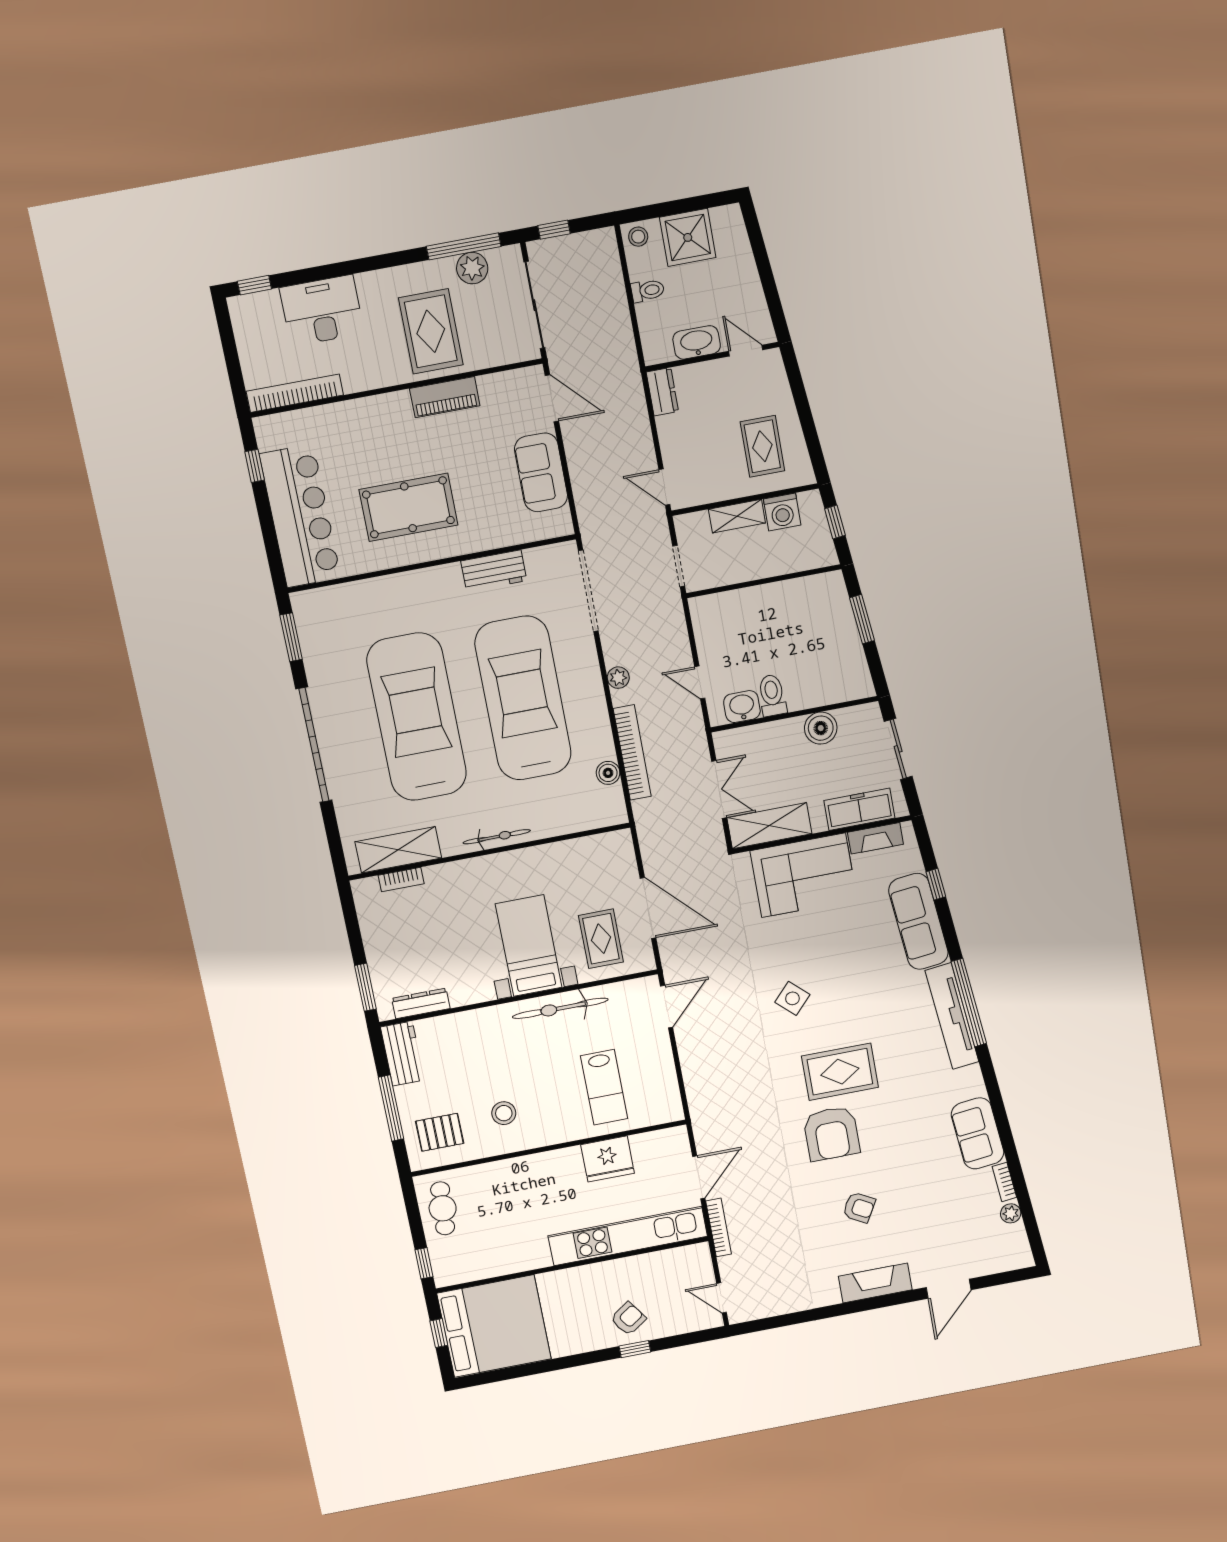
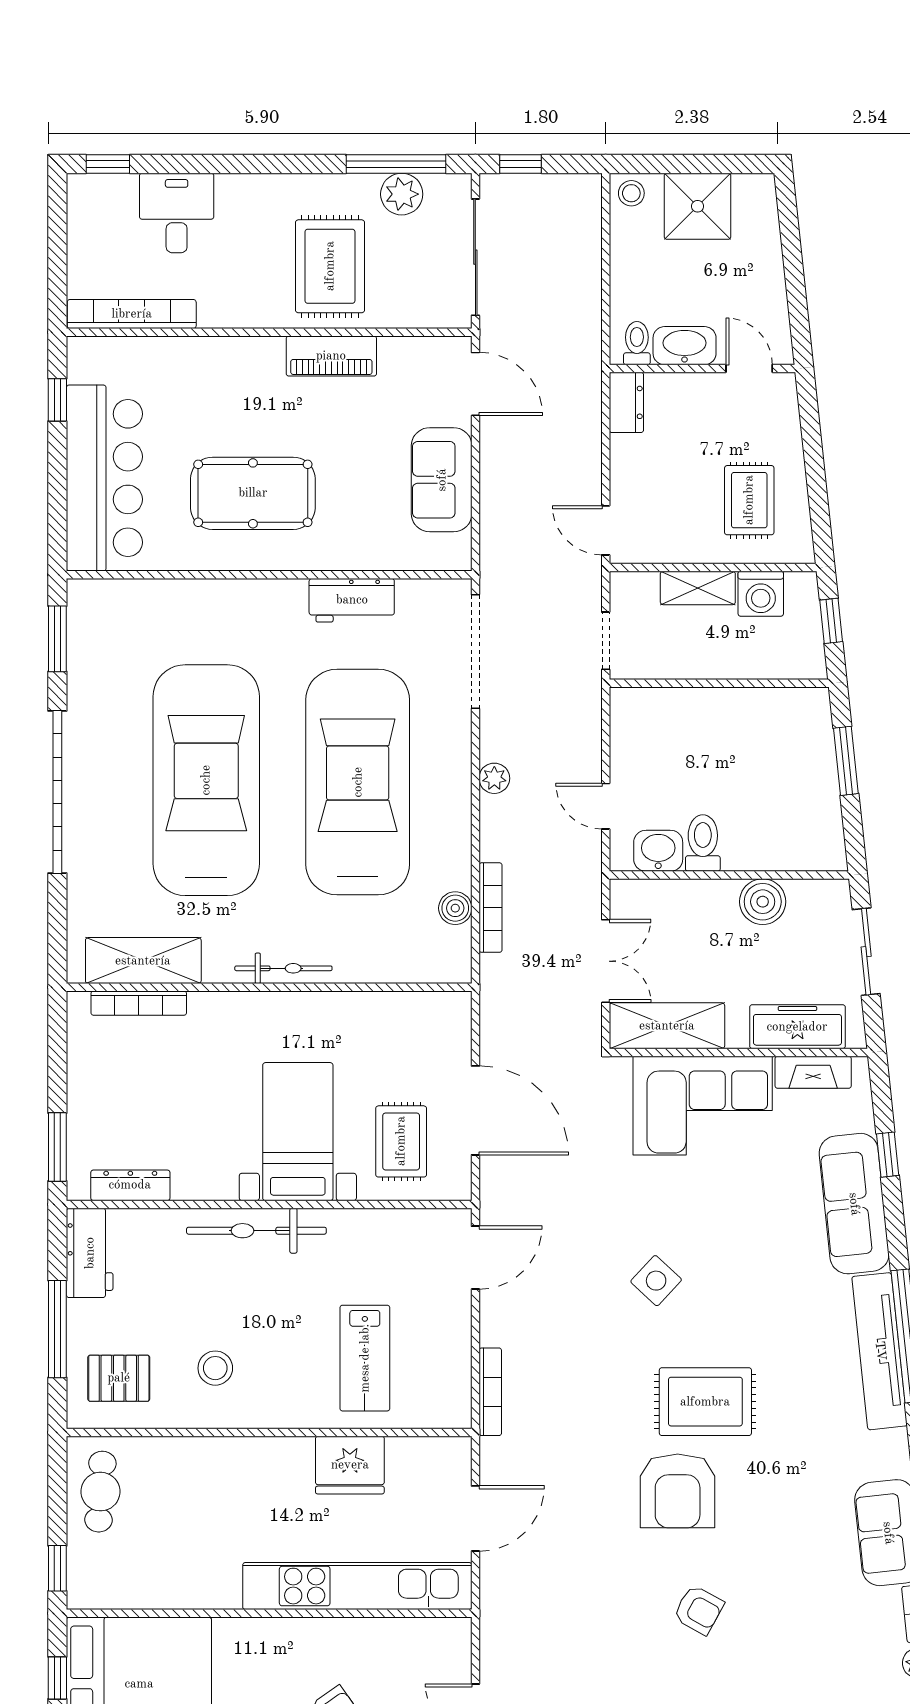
toilet: (648, 291) -> (637, 343), moved, turned -90
desk: (322, 311) -> (177, 213), width x0.73
bookcase: (632, 753) -> (491, 908), width x0.68, depth x0.76
bookcase: (401, 879) -> (139, 1003), width x1.56
bicycle: (560, 1008) -> (256, 1231), moved
bookcase: (719, 1227) -> (490, 1392), moved

